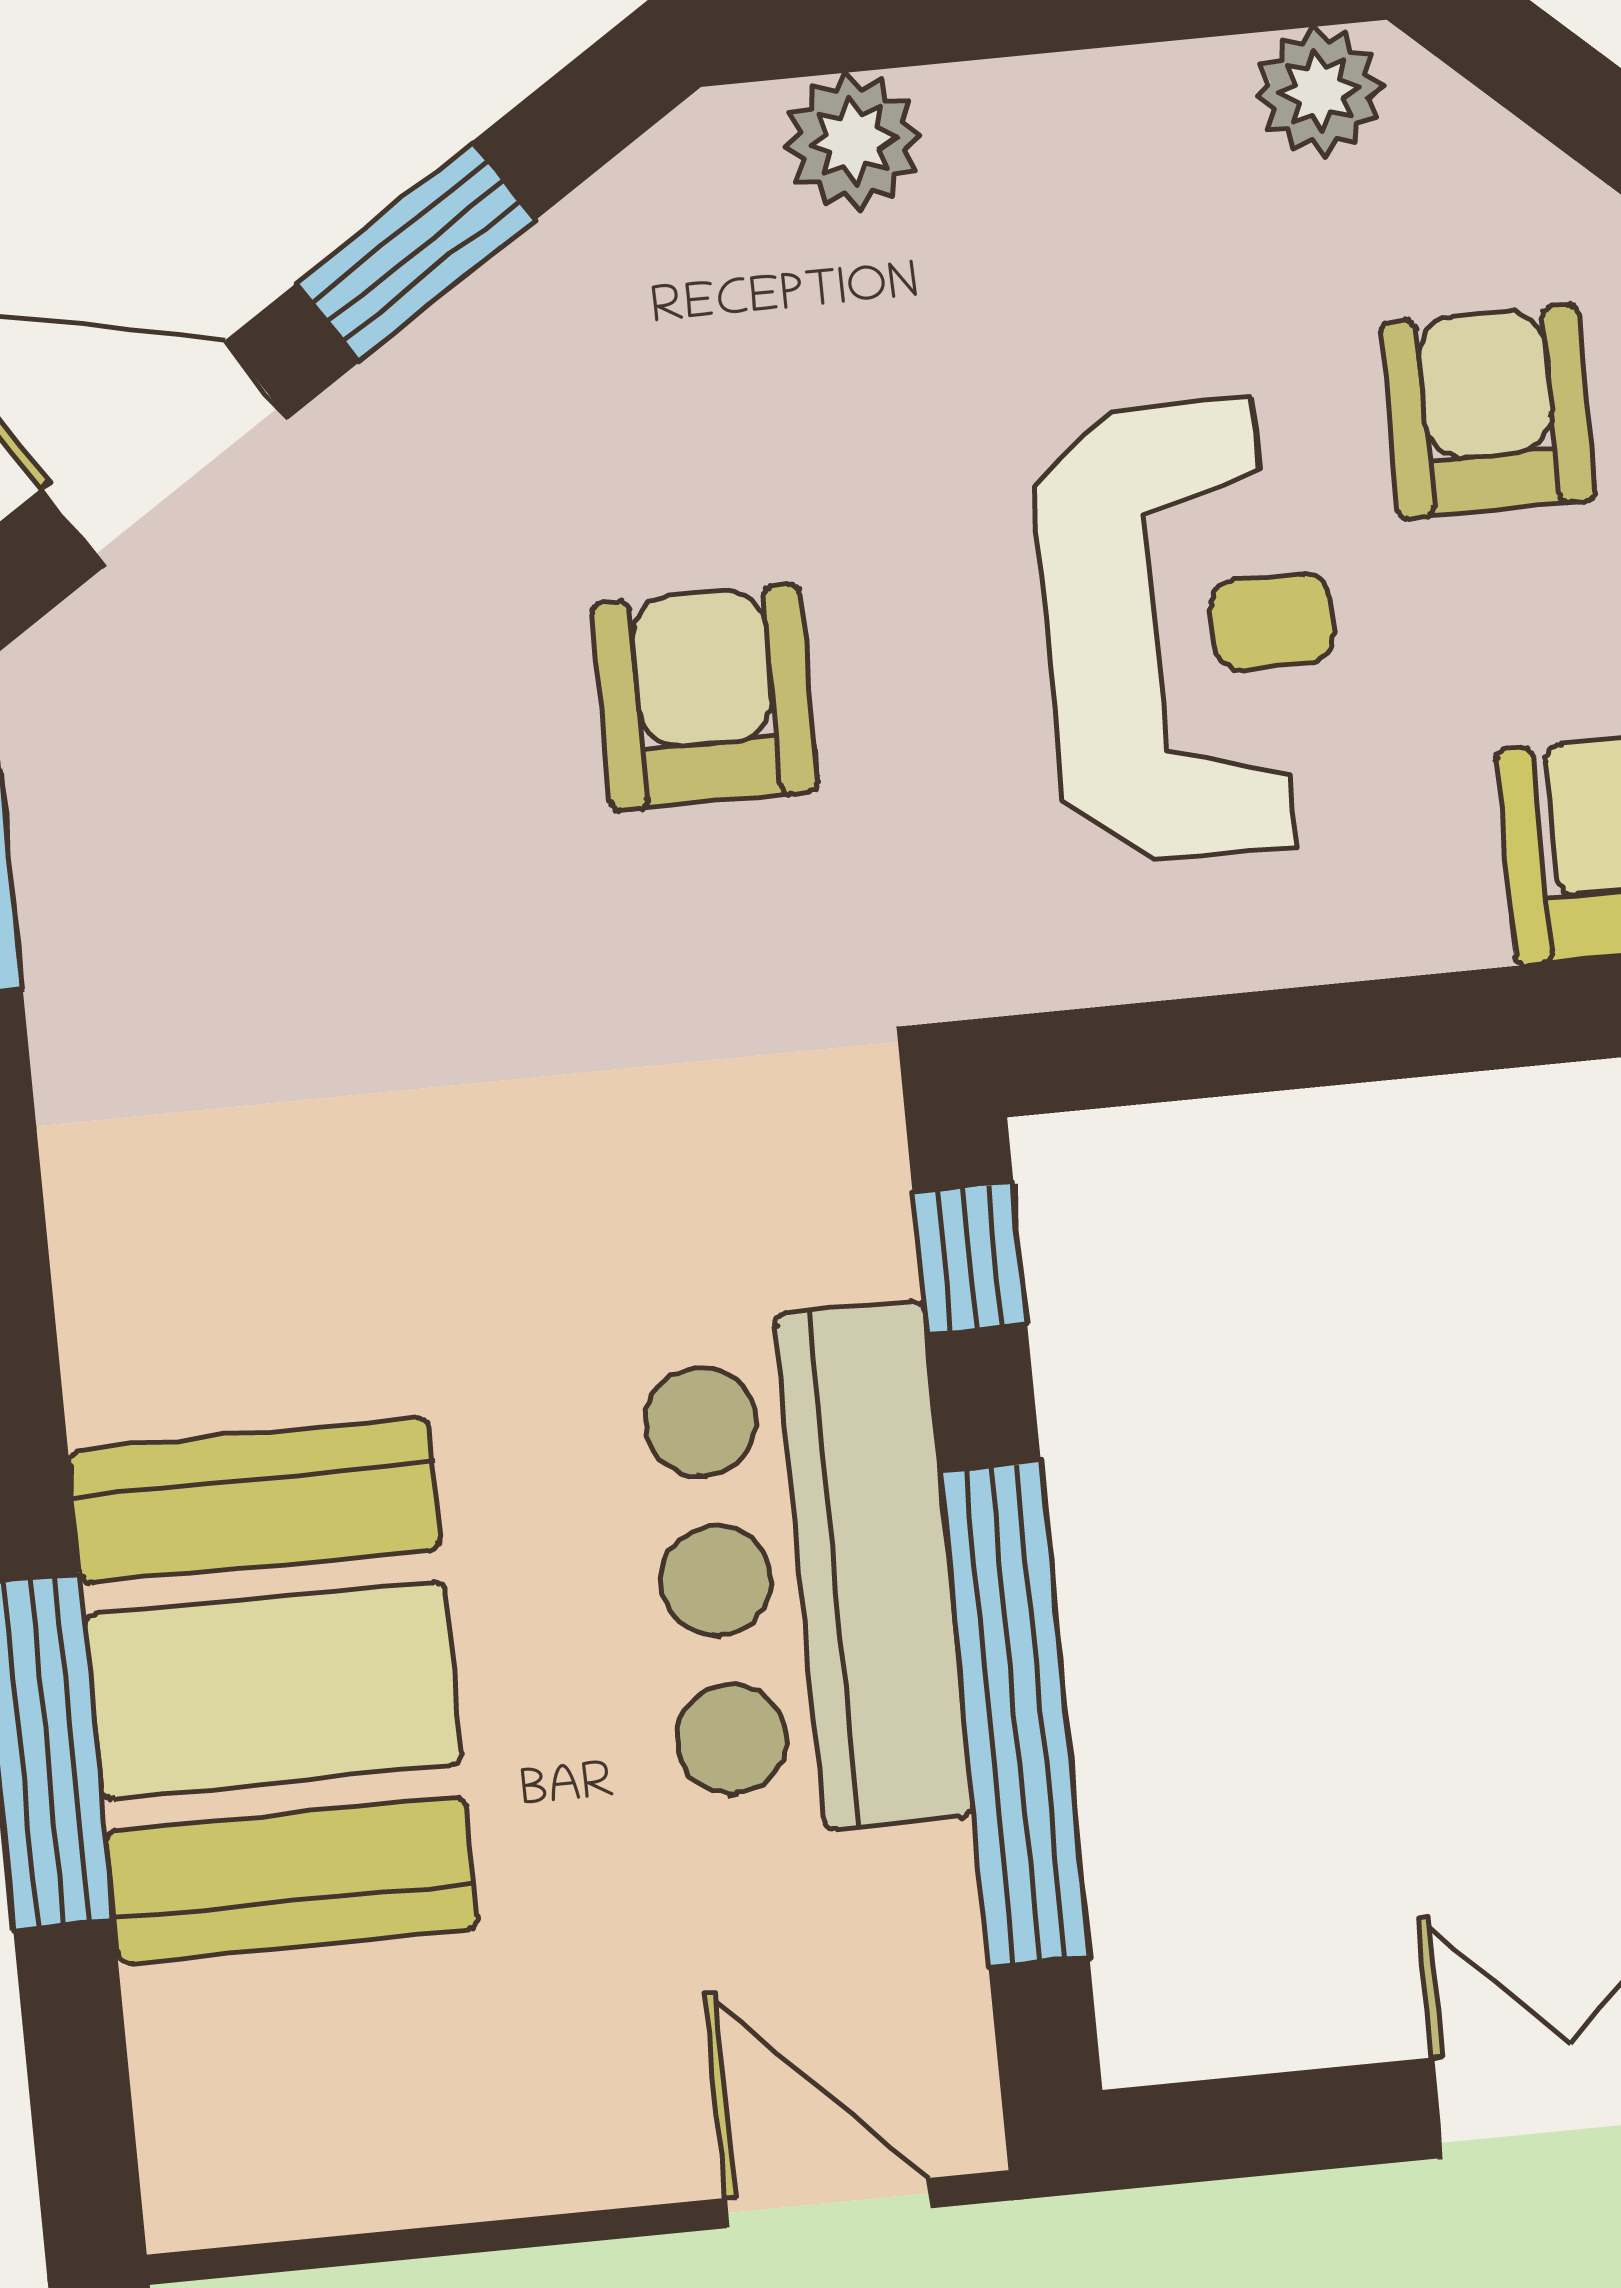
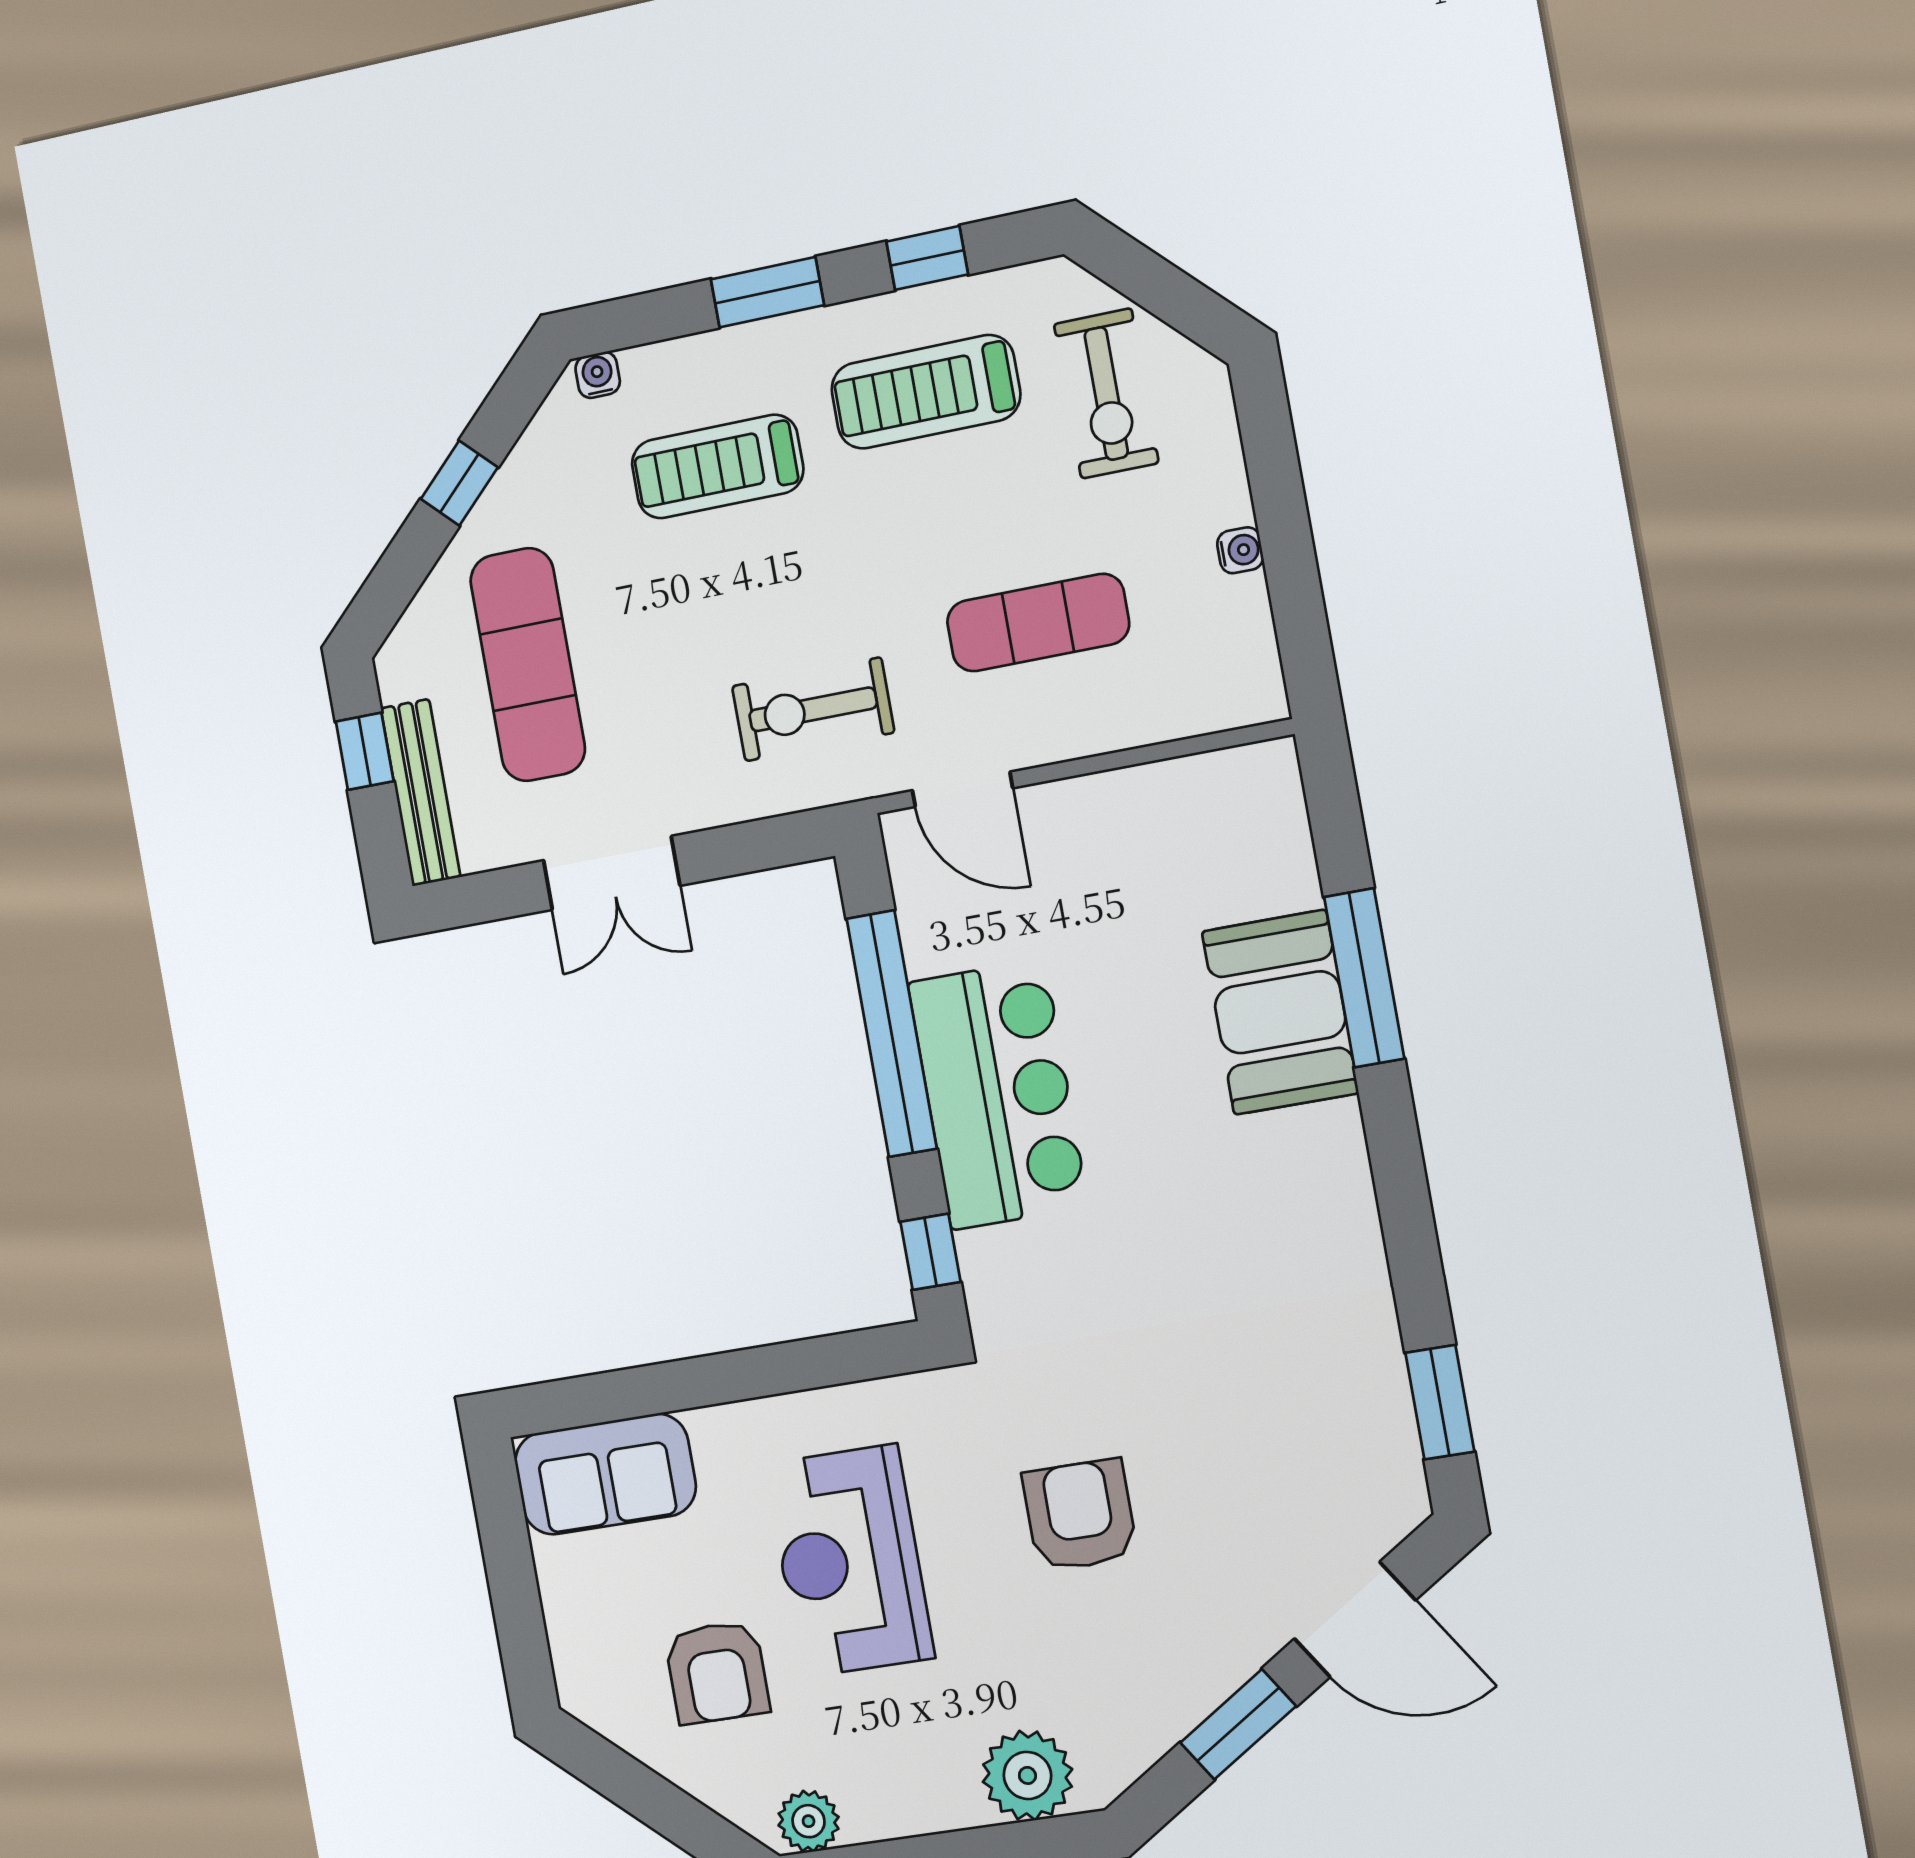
plant: (853, 141) -> (1027, 1775), width x1.36, depth x1.36
armchair: (705, 698) -> (1080, 1515), turned 180
booth: (273, 1690) -> (1280, 1012), width x0.73, depth x0.70

